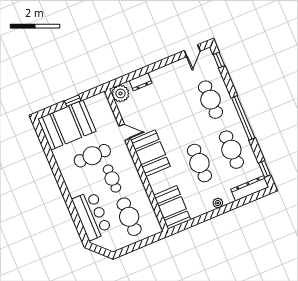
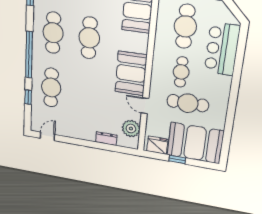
window: (219, 60) -> (28, 97), moved
plant: (120, 93) -> (131, 129), moved
fridge: (96, 103) -> (157, 145), added

